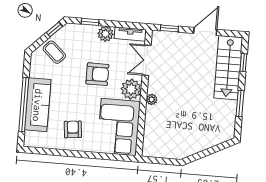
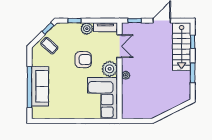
double door: (147, 60) -> (119, 46), swing flipped
armchair: (73, 129) -> (68, 103), removed

